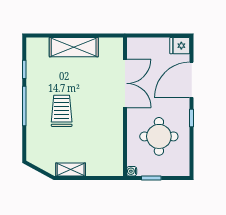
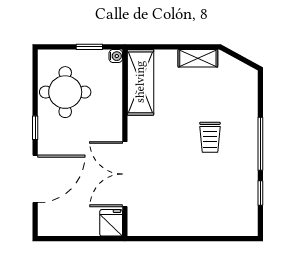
fridge: (180, 46) -> (111, 223), moved, turned -90
shelving: (74, 47) -> (140, 82), moved, turned 90
trolley: (62, 111) -> (210, 137), width x0.73, depth x0.72
round table: (159, 136) -> (65, 92), moved

